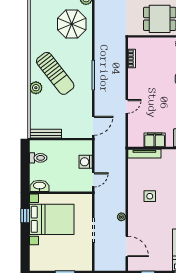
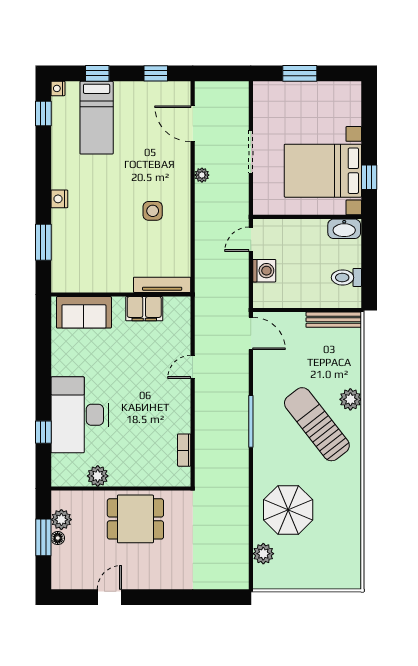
door: (93, 126) -> (251, 333), swing flipped

